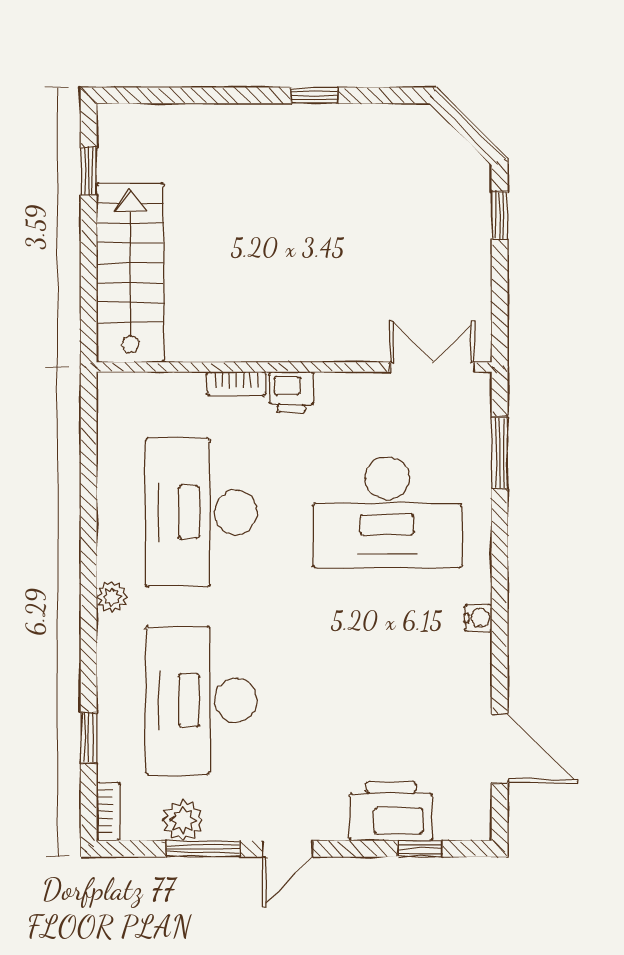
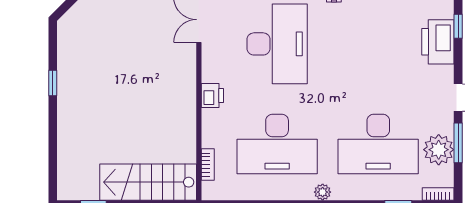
bookcase: (236, 383) -> (208, 165), moved
plant: (183, 820) -> (439, 150), width x1.36, depth x1.36

